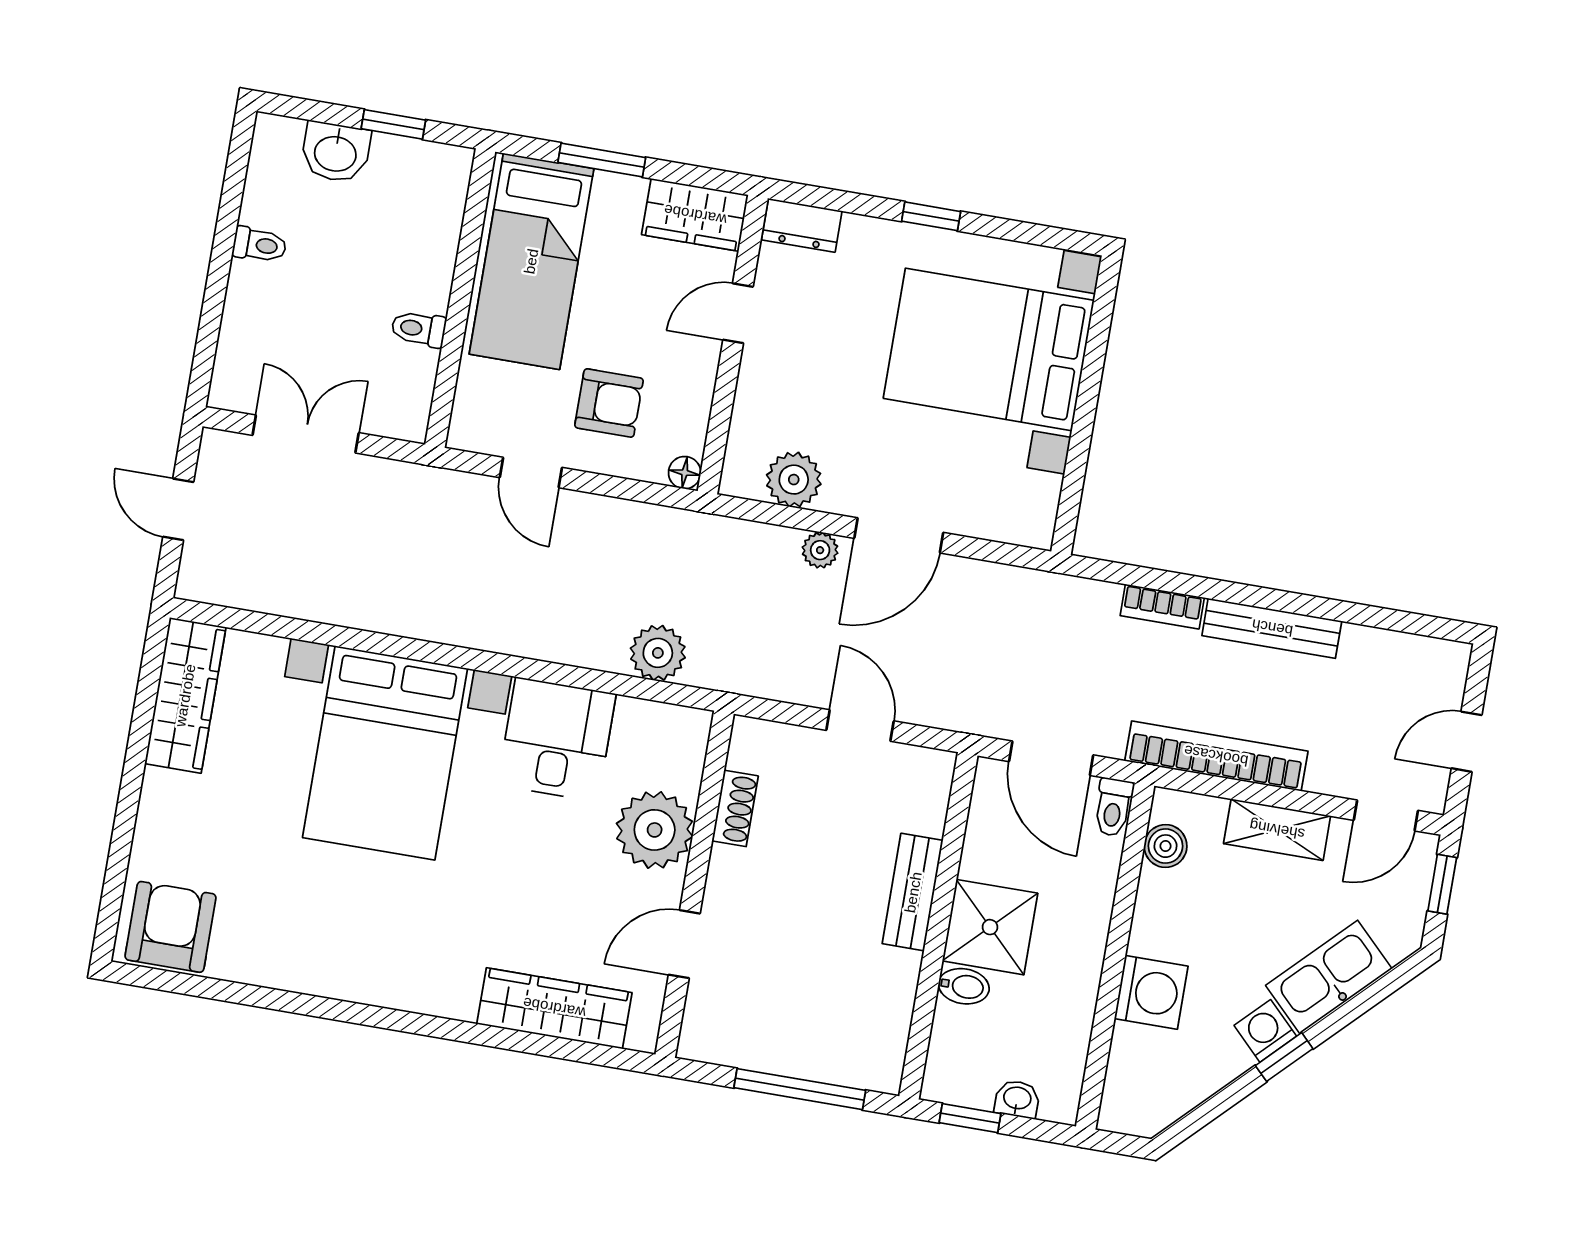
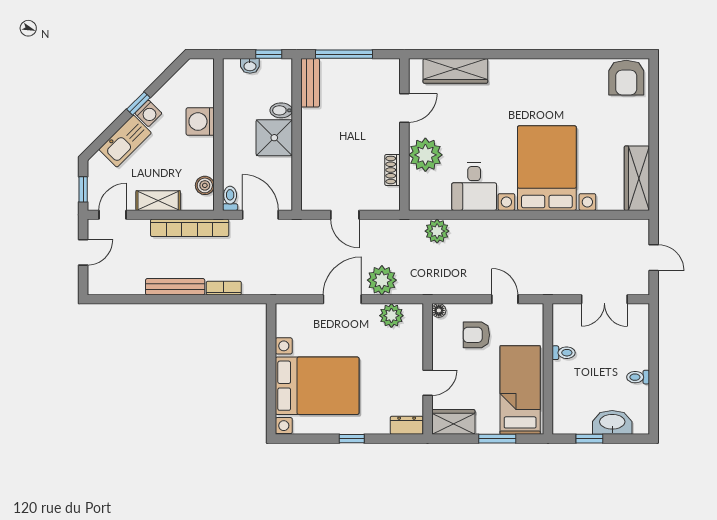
washbasin: (336, 152) -> (612, 422), width x1.38
plant: (820, 550) -> (382, 280), width x1.88, depth x1.88
bench: (913, 892) -> (310, 83), moved

